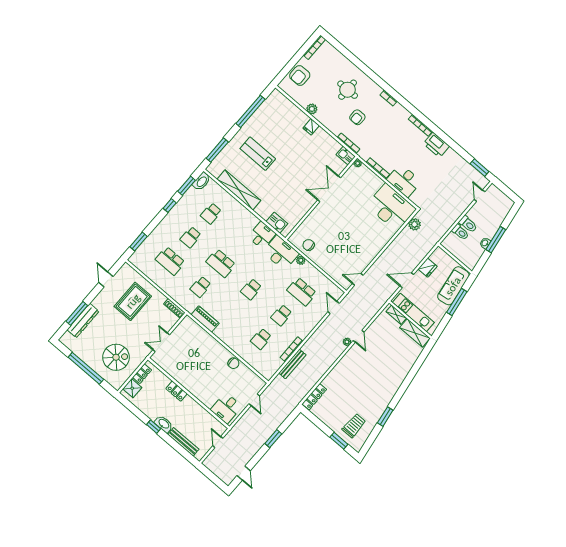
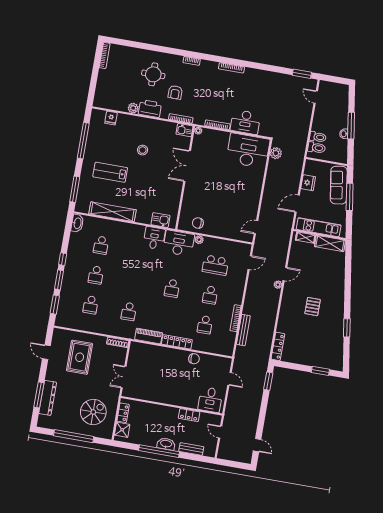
armchair: (300, 75) -> (106, 86), removed
fridge: (311, 127) -> (111, 118), moved
printer: (436, 145) -> (150, 109), moved, turned 180
stool: (298, 151) -> (143, 150), added
window: (187, 186) -> (59, 280), moved
toilet: (468, 224) -> (317, 148), moved
school desk: (170, 261) -> (91, 305), width x0.54
school desk: (221, 263) -> (134, 282), removed
door: (334, 308) -> (250, 263), swing flipped
door: (359, 336) -> (285, 274), hinge flipped
locker: (227, 339) -> (177, 342), added
pallet: (366, 380) -> (313, 307), added
locker: (177, 391) -> (189, 415), moved
trolley: (354, 426) -> (325, 351), removed
window: (154, 427) -> (159, 451), width x3.17
window: (273, 439) -> (268, 381), moved
bench: (183, 442) -> (191, 449), width x0.73

